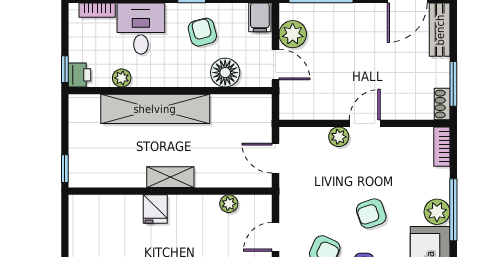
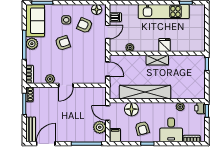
shelving: (155, 109) -> (145, 92), moved
plant: (339, 137) -> (50, 79), moved

